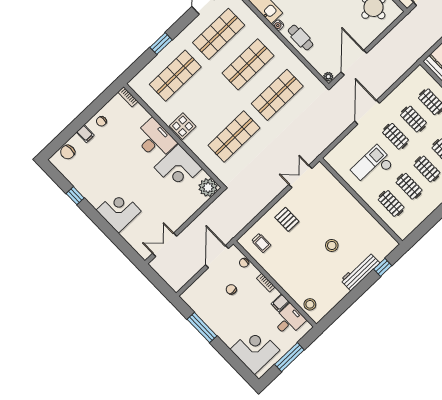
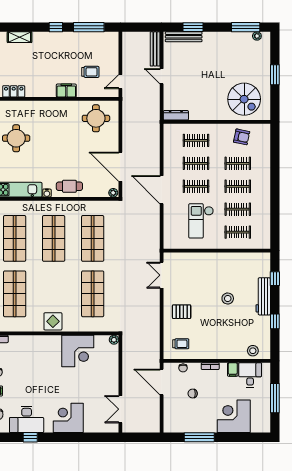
desk: (155, 140) -> (27, 419), moved, turned 180
plant: (208, 187) -> (114, 340), width x0.53, depth x0.53
window: (349, 299) -> (275, 321), added
corner desk: (255, 350) -> (234, 416), moved

